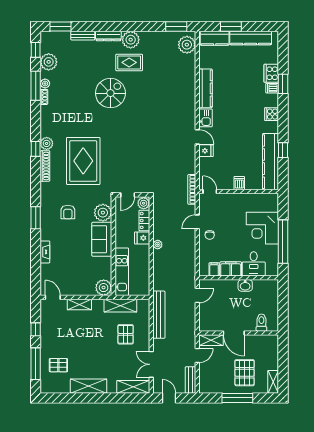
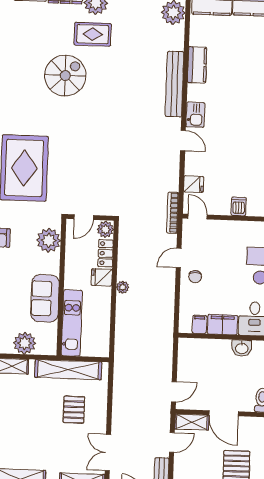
kitchen counter: (205, 88) -> (197, 65), width x0.67
fridge: (206, 151) -> (194, 184), moved
sofa: (102, 239) -> (45, 298), moved
plant: (104, 288) -> (25, 343), moved
door: (197, 295) -> (174, 392), moved
shelving: (120, 306) -> (68, 370), width x1.47
bench: (159, 315) -> (175, 84), moved

